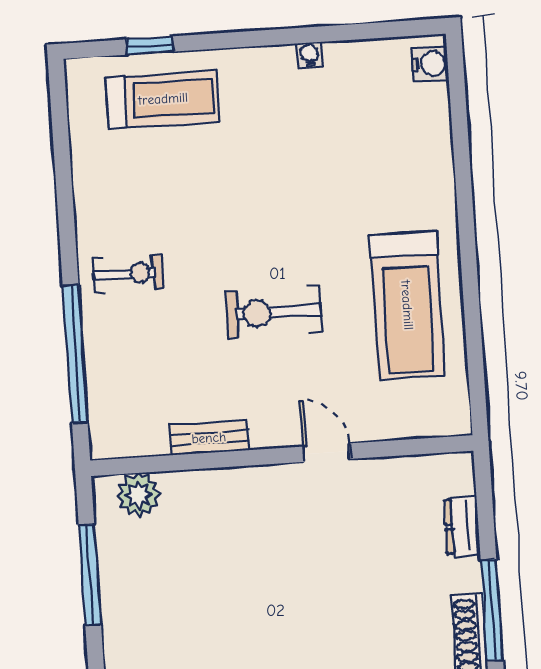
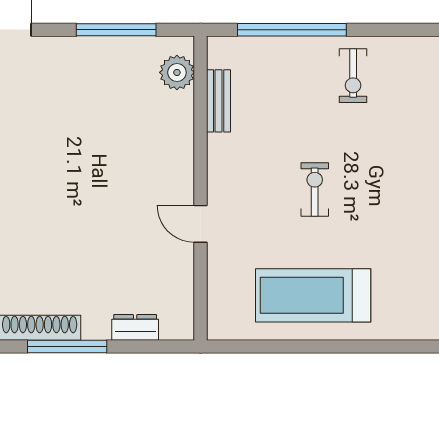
exercise bike: (274, 312) -> (315, 189), width x0.73, depth x0.72
bench: (209, 438) -> (219, 101), moved
door: (327, 453) -> (201, 224), swing flipped

